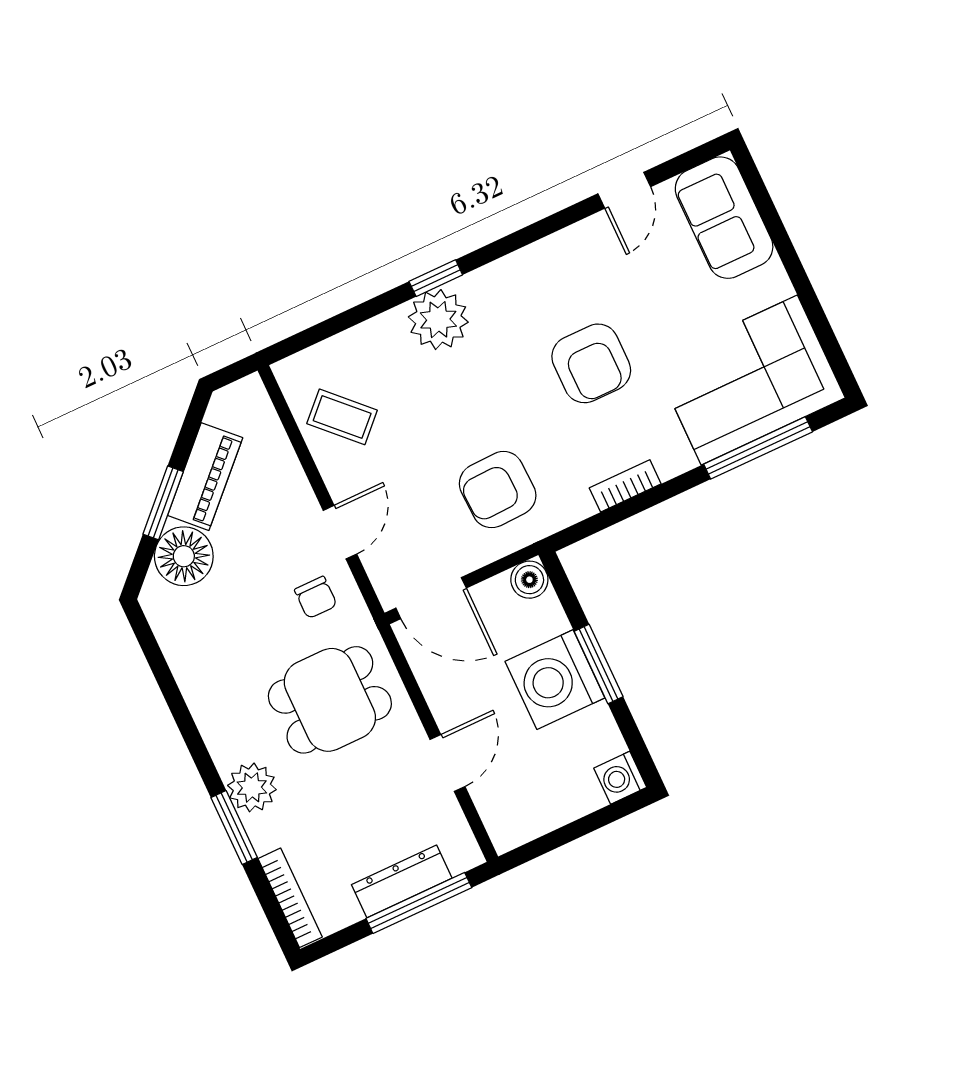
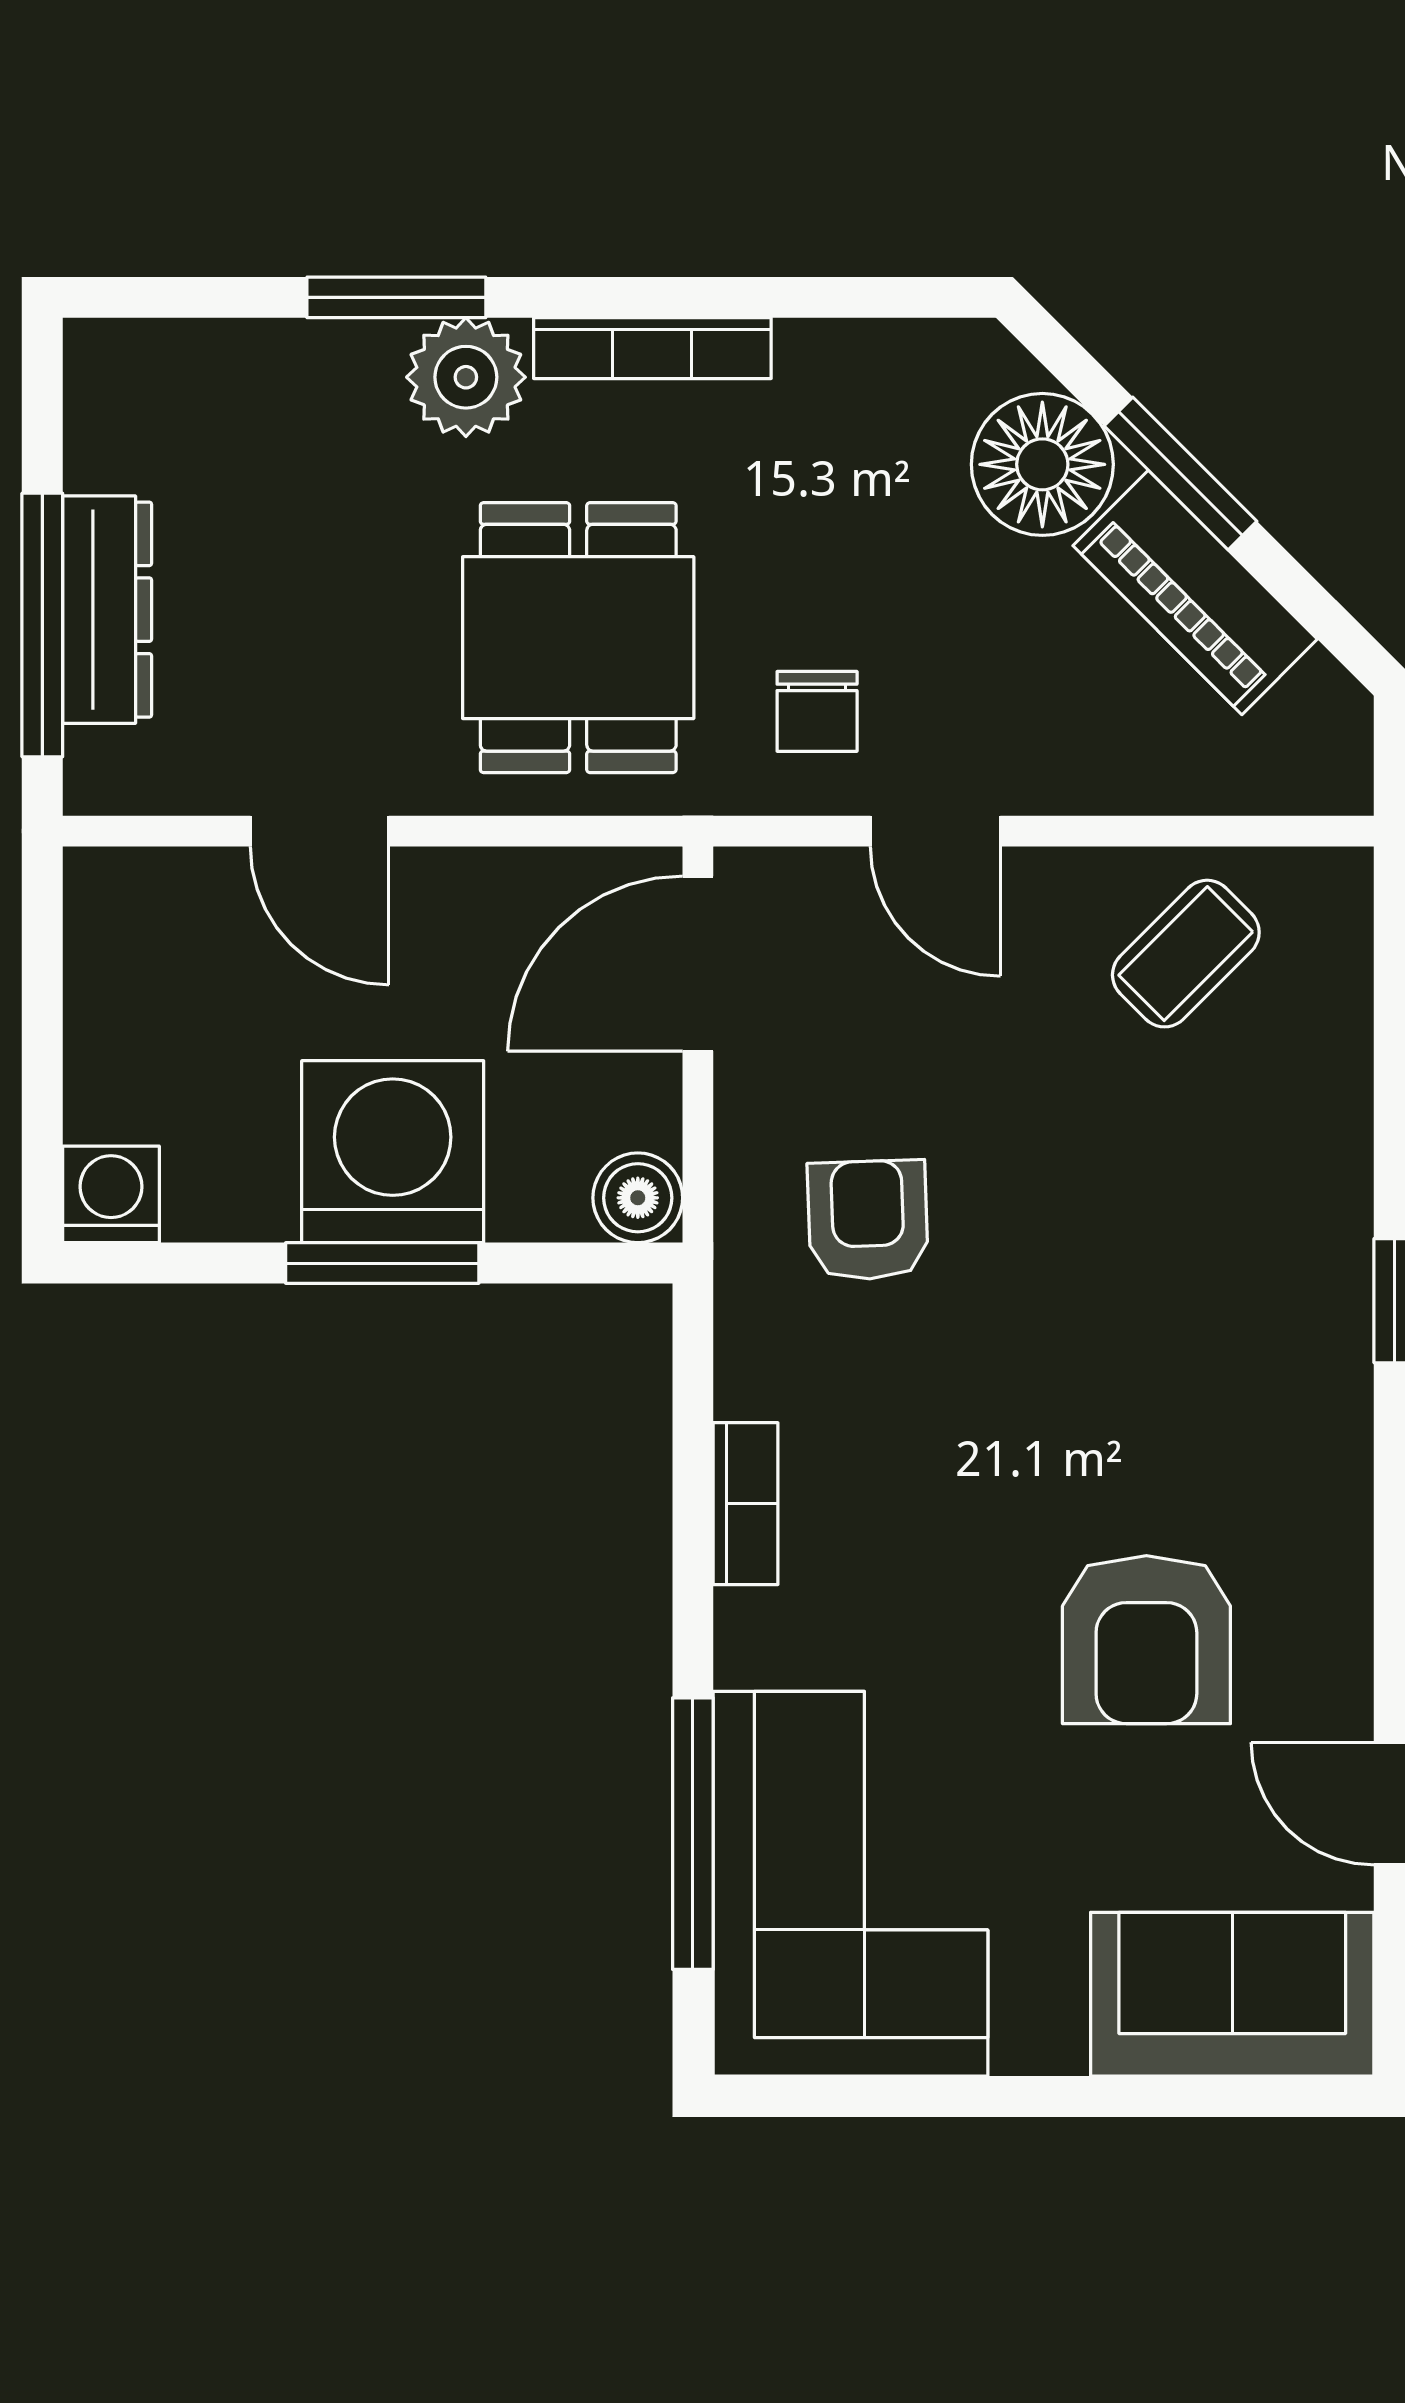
plant: (438, 320) -> (1301, 1264), removed
armchair: (591, 363) -> (1146, 1640), moved, turned -90
armchair: (498, 490) -> (868, 1220), width x0.72, depth x0.72
chair: (316, 597) -> (817, 711), turned -90
bookcase: (290, 898) -> (652, 348), moved

